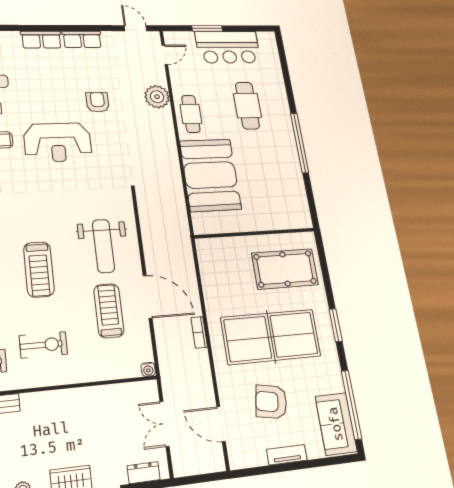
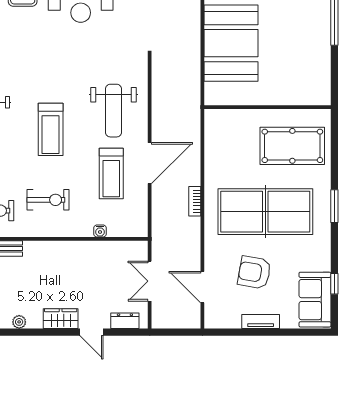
door: (148, 297) -> (150, 163), hinge flipped
treadmill: (109, 311) -> (111, 173), turned 180
water cooler: (148, 369) -> (100, 231), moved
window: (351, 405) -> (334, 284), width x0.32

